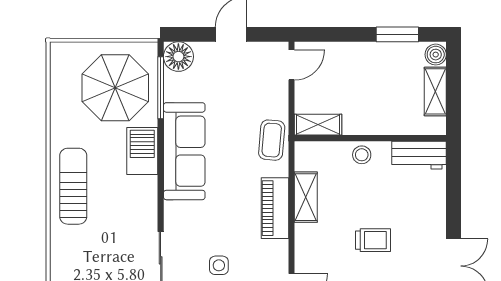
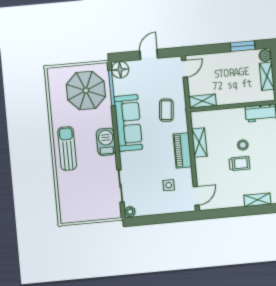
coffee table: (272, 140) -> (166, 110), moved
barbecue: (142, 151) -> (106, 142), moved
stool: (362, 155) -> (243, 145), moved
side table: (219, 265) -> (169, 185), moved

